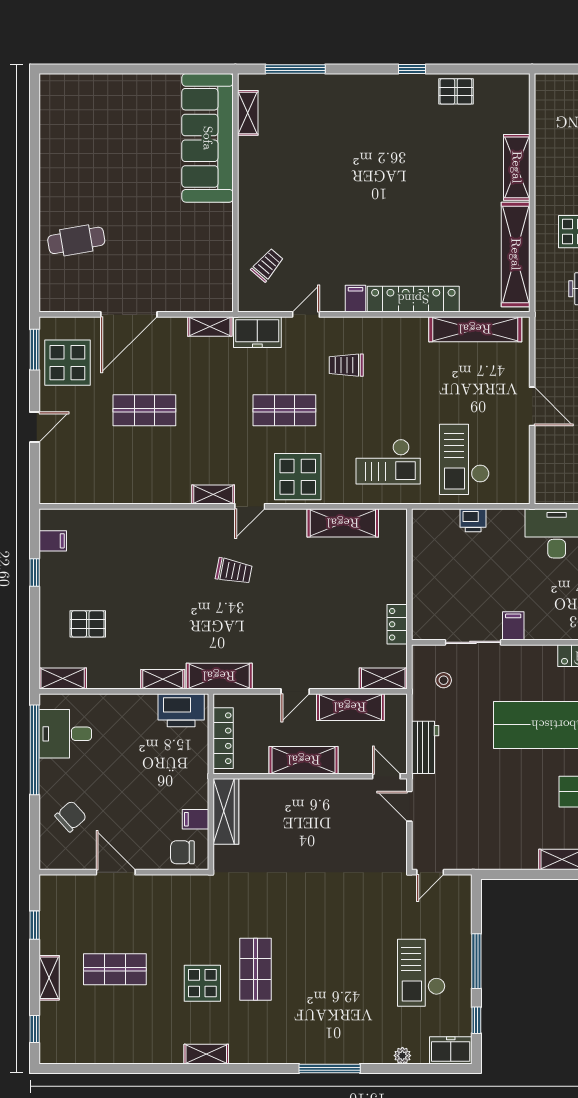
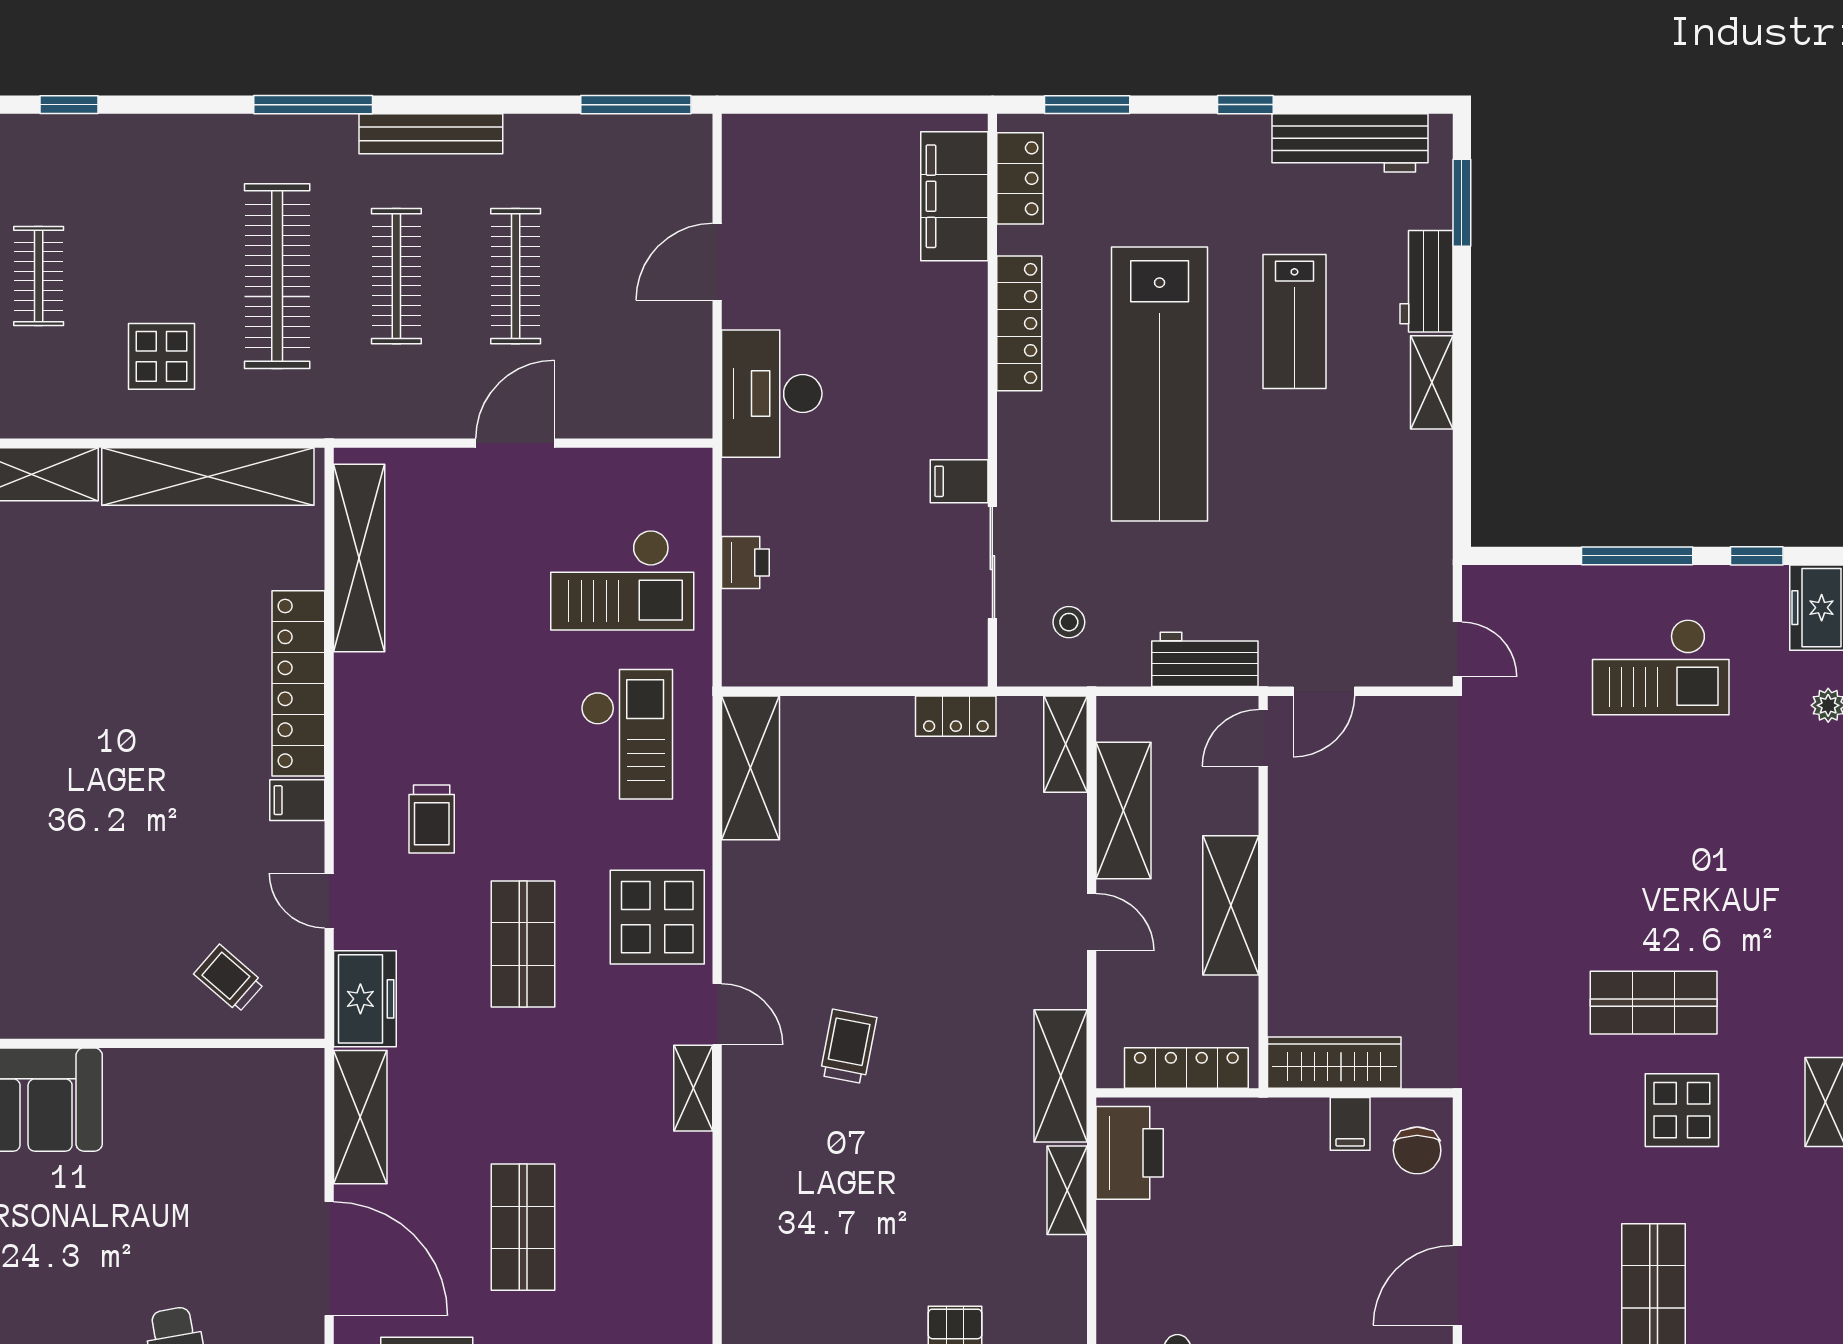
shelving: (210, 327) -> (360, 1117), width x1.50, depth x1.33
shelving: (343, 523) -> (750, 768), moved

